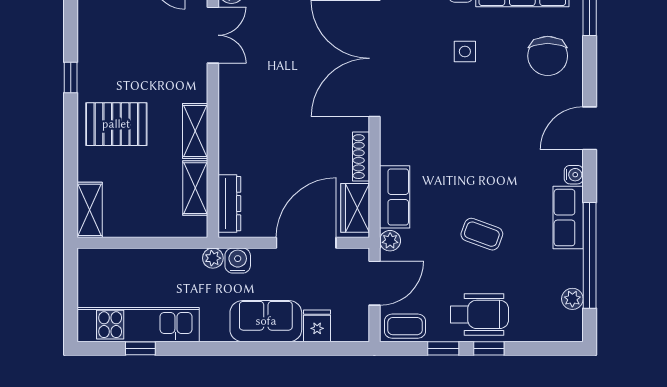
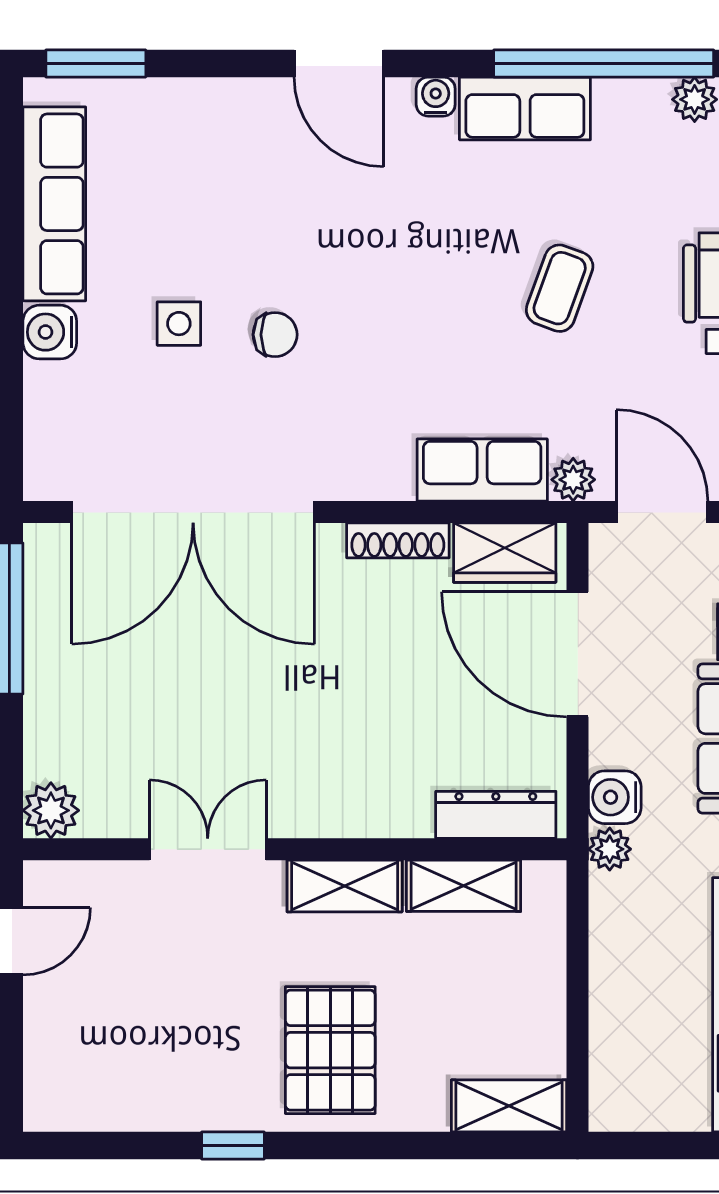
double door: (213, 35) -> (208, 849), moved
chair: (548, 56) -> (275, 335), moved, width x0.54, depth x0.54

